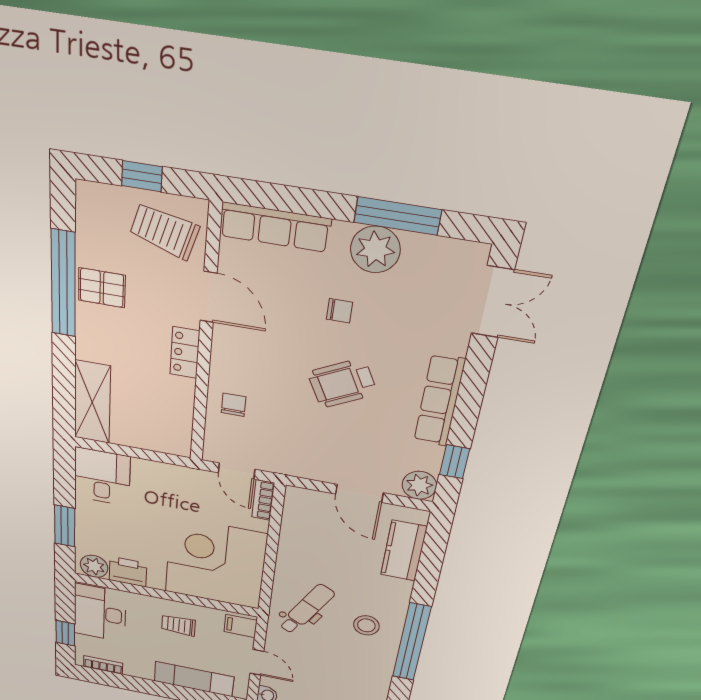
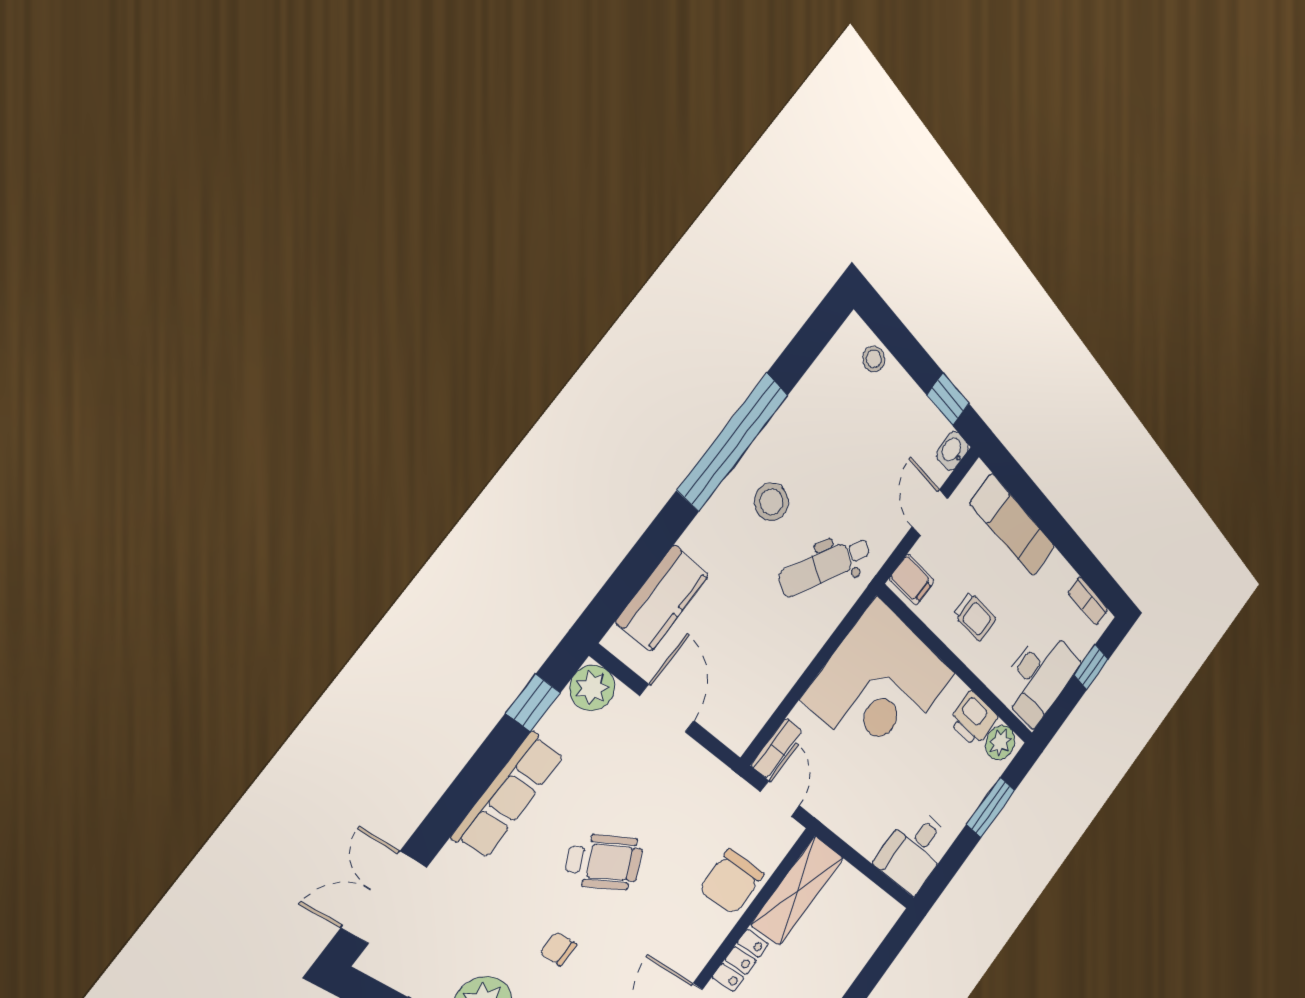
shelving: (92, 402) -> (797, 891), moved
chair: (233, 405) -> (732, 882), width x1.87, depth x1.87

